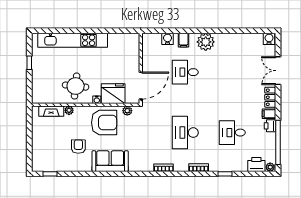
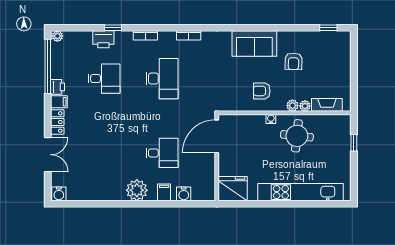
window: (29, 63) -> (354, 143), moved
fridge: (113, 94) -> (233, 189), moved, turned 180
plant: (127, 111) -> (292, 106), moved
armchair: (104, 123) -> (262, 91), width x0.53, depth x0.53
printer: (256, 165) -> (103, 39), moved

